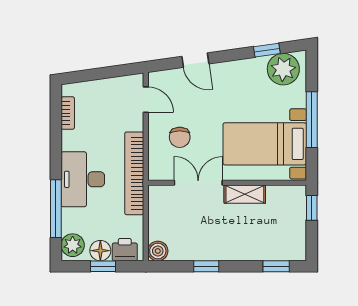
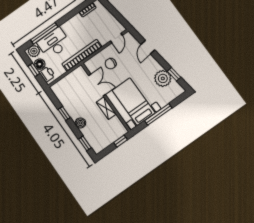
plant: (283, 69) -> (163, 78), moved
desk: (83, 179) -> (54, 43), moved
boiler: (158, 251) -> (80, 123), moved

